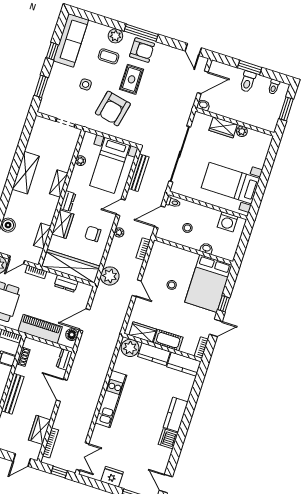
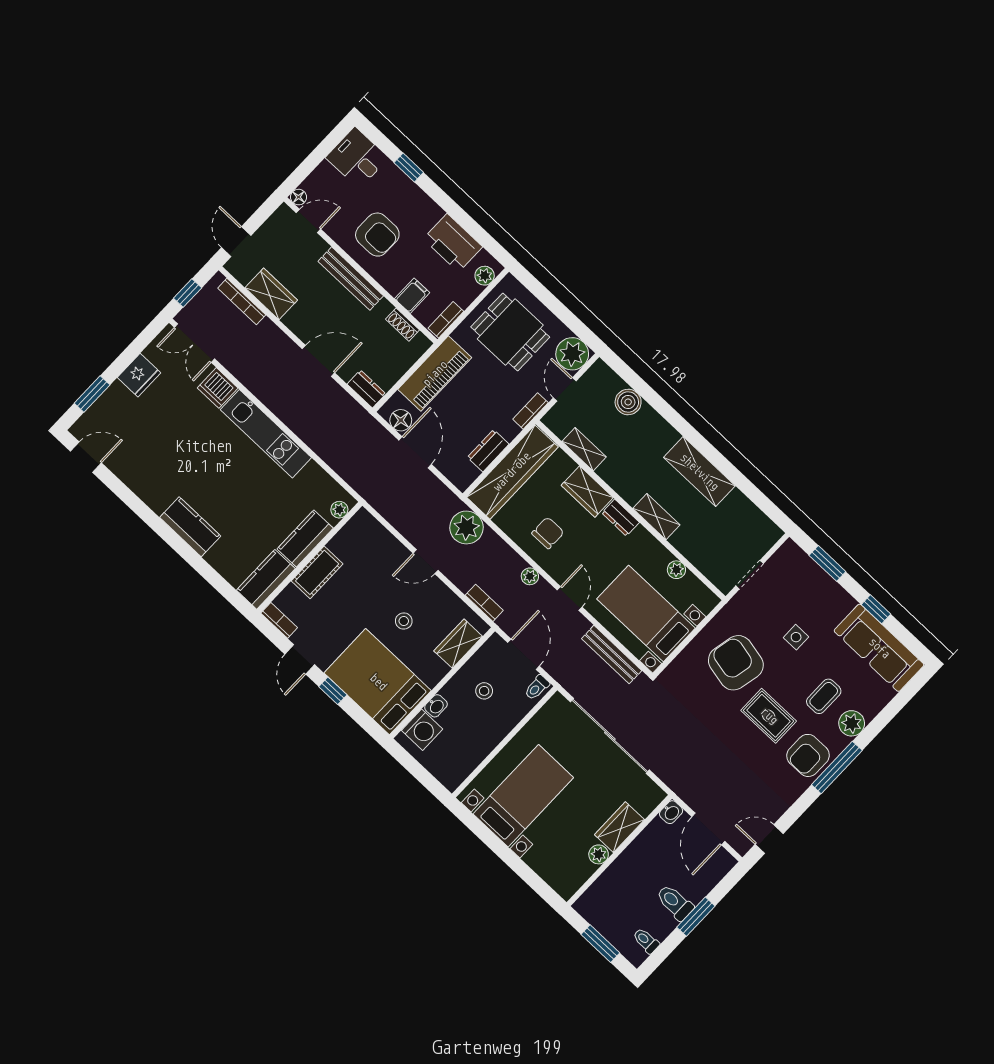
washing machine: (227, 222) -> (422, 730), moved, turned 180
wardrobe: (143, 332) -> (458, 644), moved, turned 180
plant: (130, 348) -> (339, 510), width x0.53, depth x0.53
dishwasher: (168, 439) -> (218, 388), moved, turned 180

